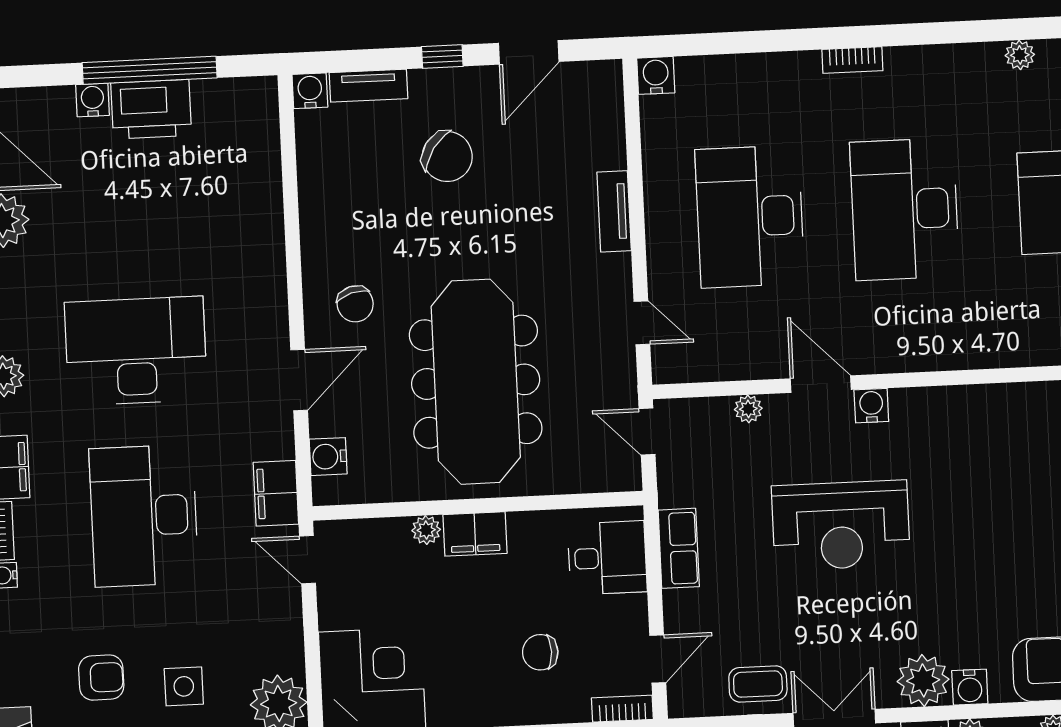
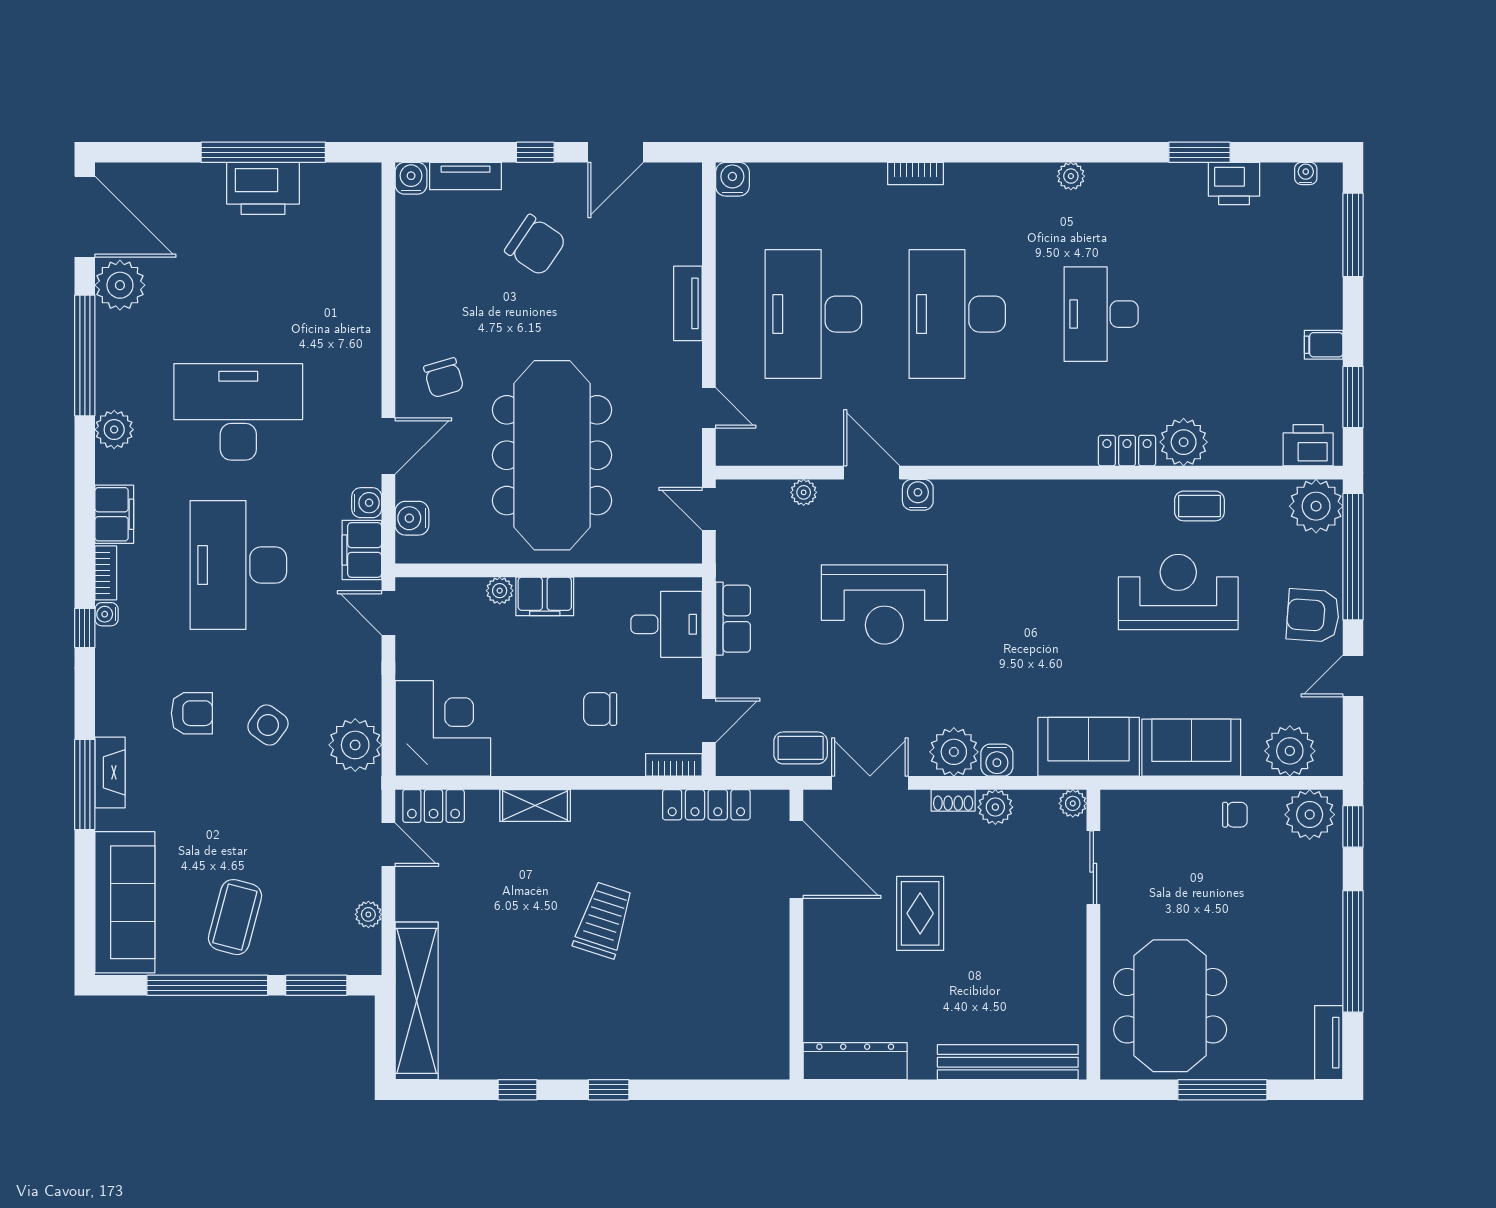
water cooler: (92, 100) -> (367, 503), moved, turned 90
side table: (184, 686) -> (268, 725), turned 36

